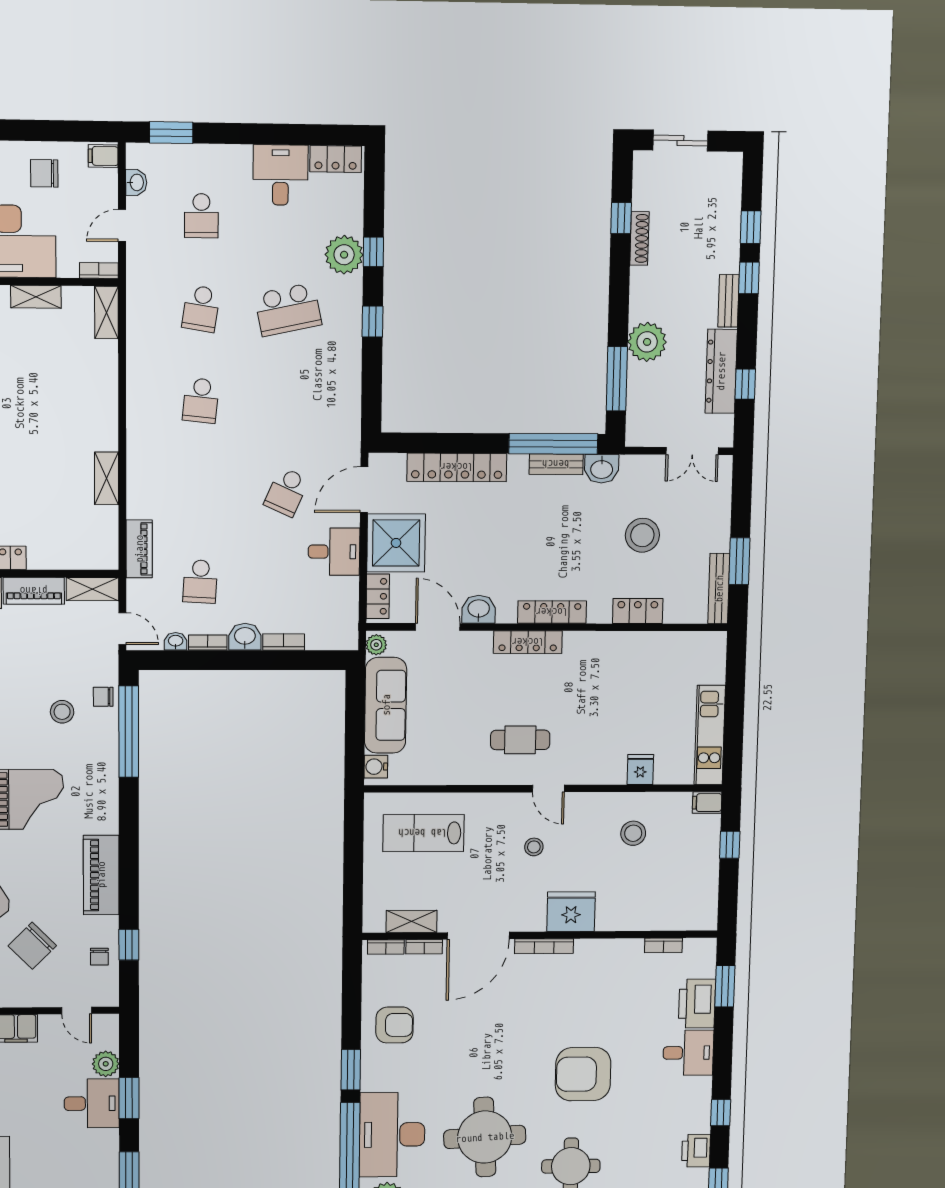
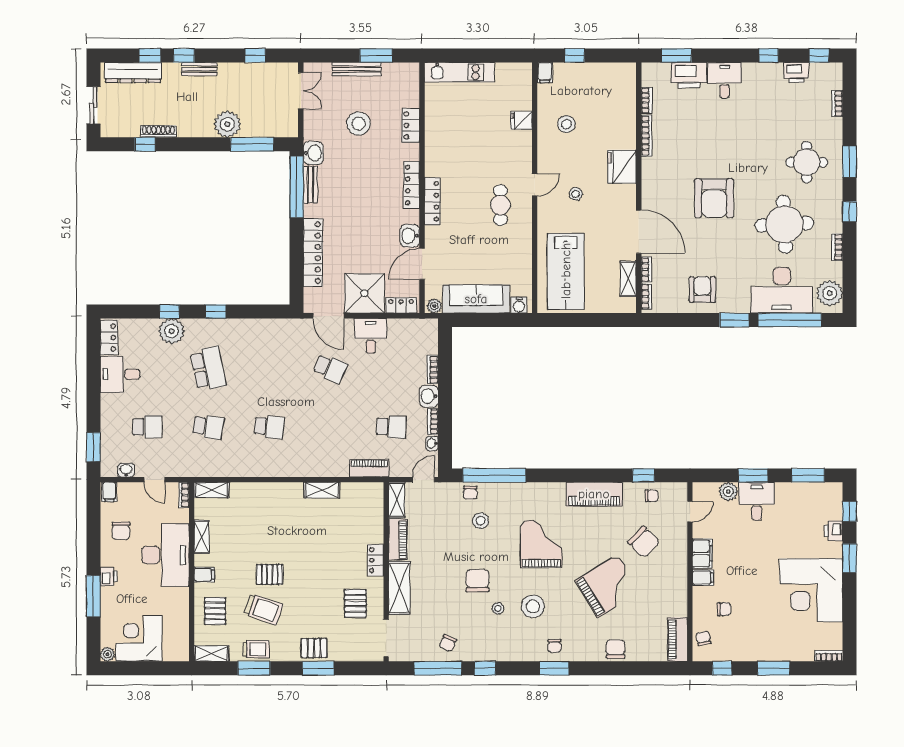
dresser: (721, 371) -> (133, 72), moved
bench: (719, 589) -> (357, 69), moved
kitchen unit: (710, 735) -> (460, 72), moved
lab bench: (423, 833) -> (566, 271), width x1.36, depth x1.39
bookcase: (544, 946) -> (647, 136), moved
armchair: (583, 1074) -> (714, 198), moved

